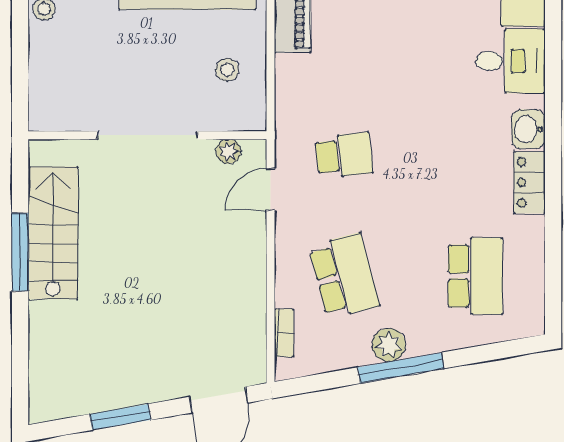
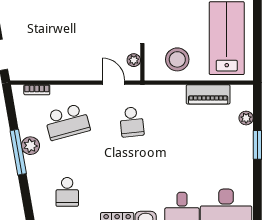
stool: (227, 70) -> (177, 59), width x1.89, depth x1.89
school desk: (475, 276) -> (67, 192), width x0.54

